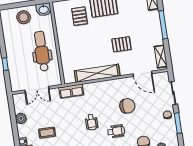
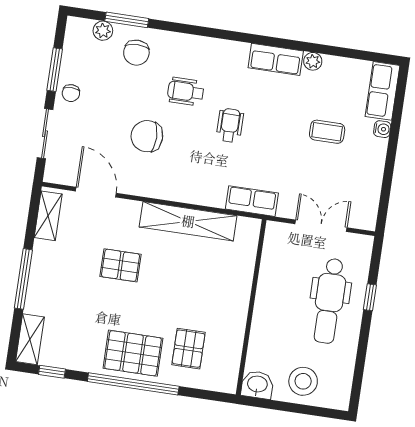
dental chair: (42, 51) -> (329, 301), moved
plant: (21, 118) -> (371, 177), removed

